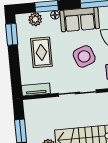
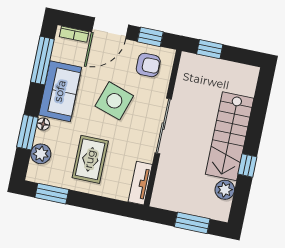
rug: (41, 52) -> (90, 159), turned 90
side table: (84, 56) -> (114, 101), turned 38

